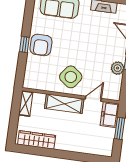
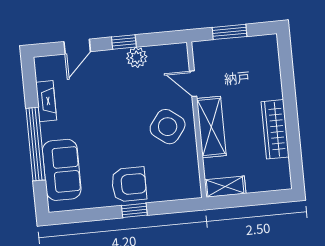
freezer: (110, 115) -> (212, 52), removed
wardrobe: (37, 140) -> (275, 129), moved

